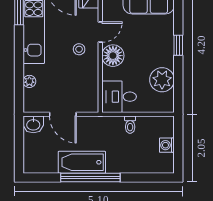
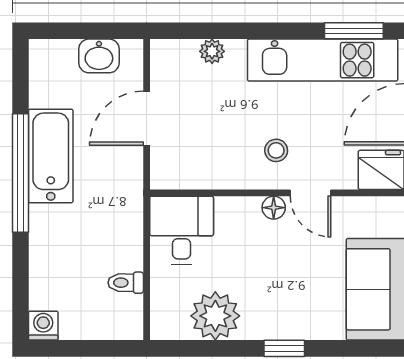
floor lamp: (113, 56) -> (274, 208), width x0.53, depth x0.53
washbasin: (33, 124) -> (99, 56), moved, turned -90
toilet: (130, 125) -> (126, 283), moved
washing machine: (167, 145) -> (43, 326), moved

